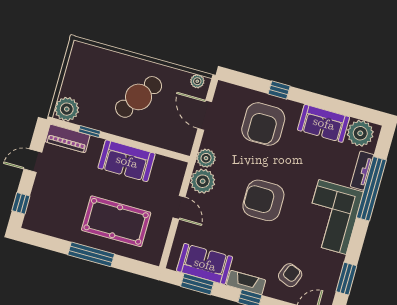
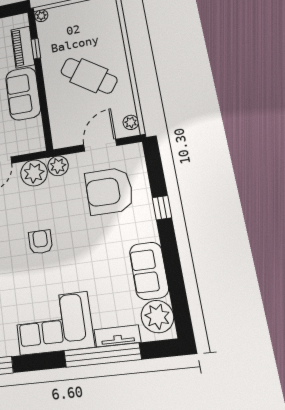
plant: (67, 109) -> (41, 16), width x0.53, depth x0.53
armchair: (263, 124) -> (109, 191), moved
piano: (68, 139) -> (23, 47), moved
armchair: (263, 200) -> (40, 242), width x0.53, depth x0.53

